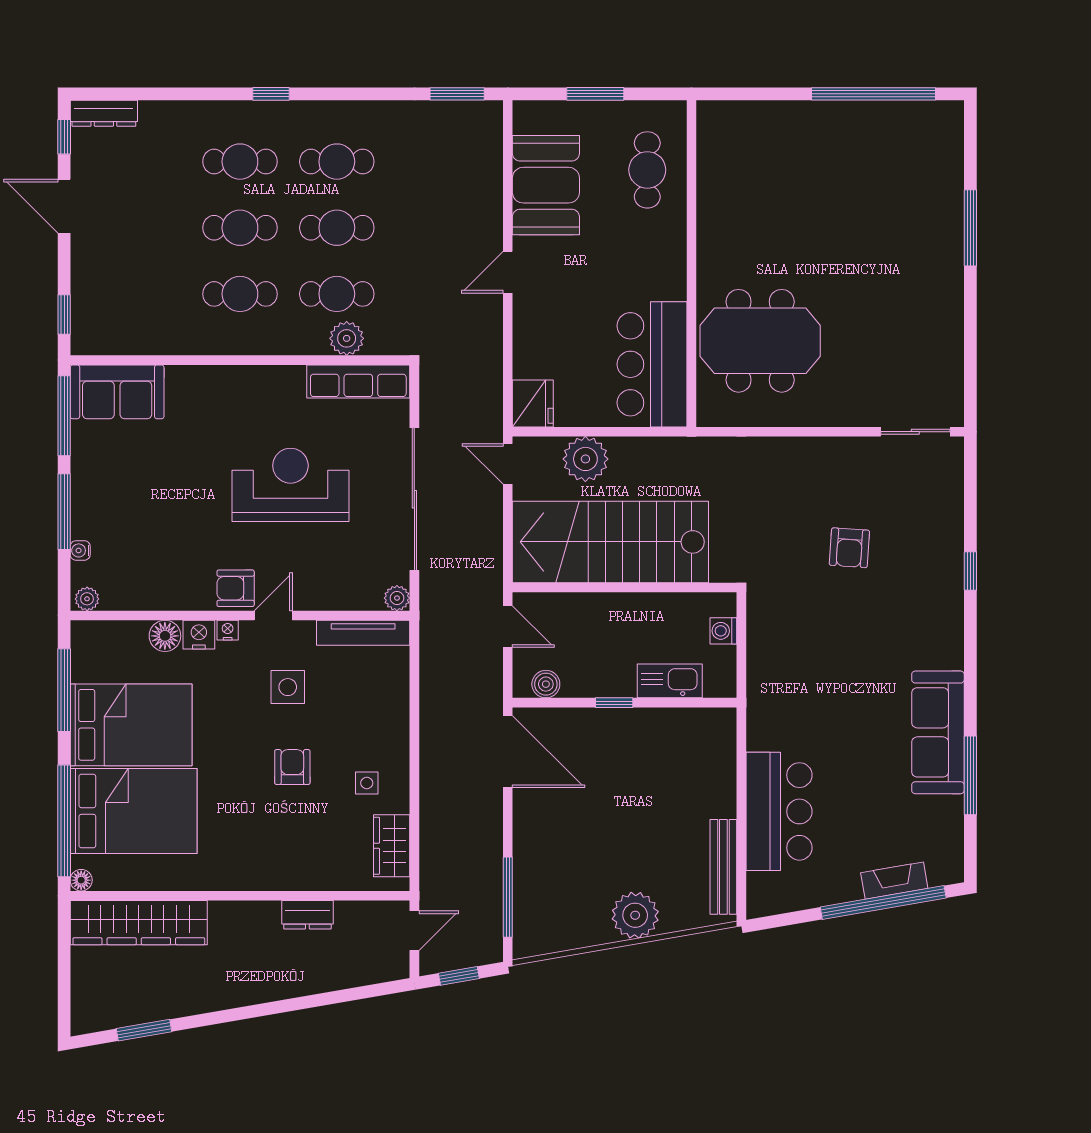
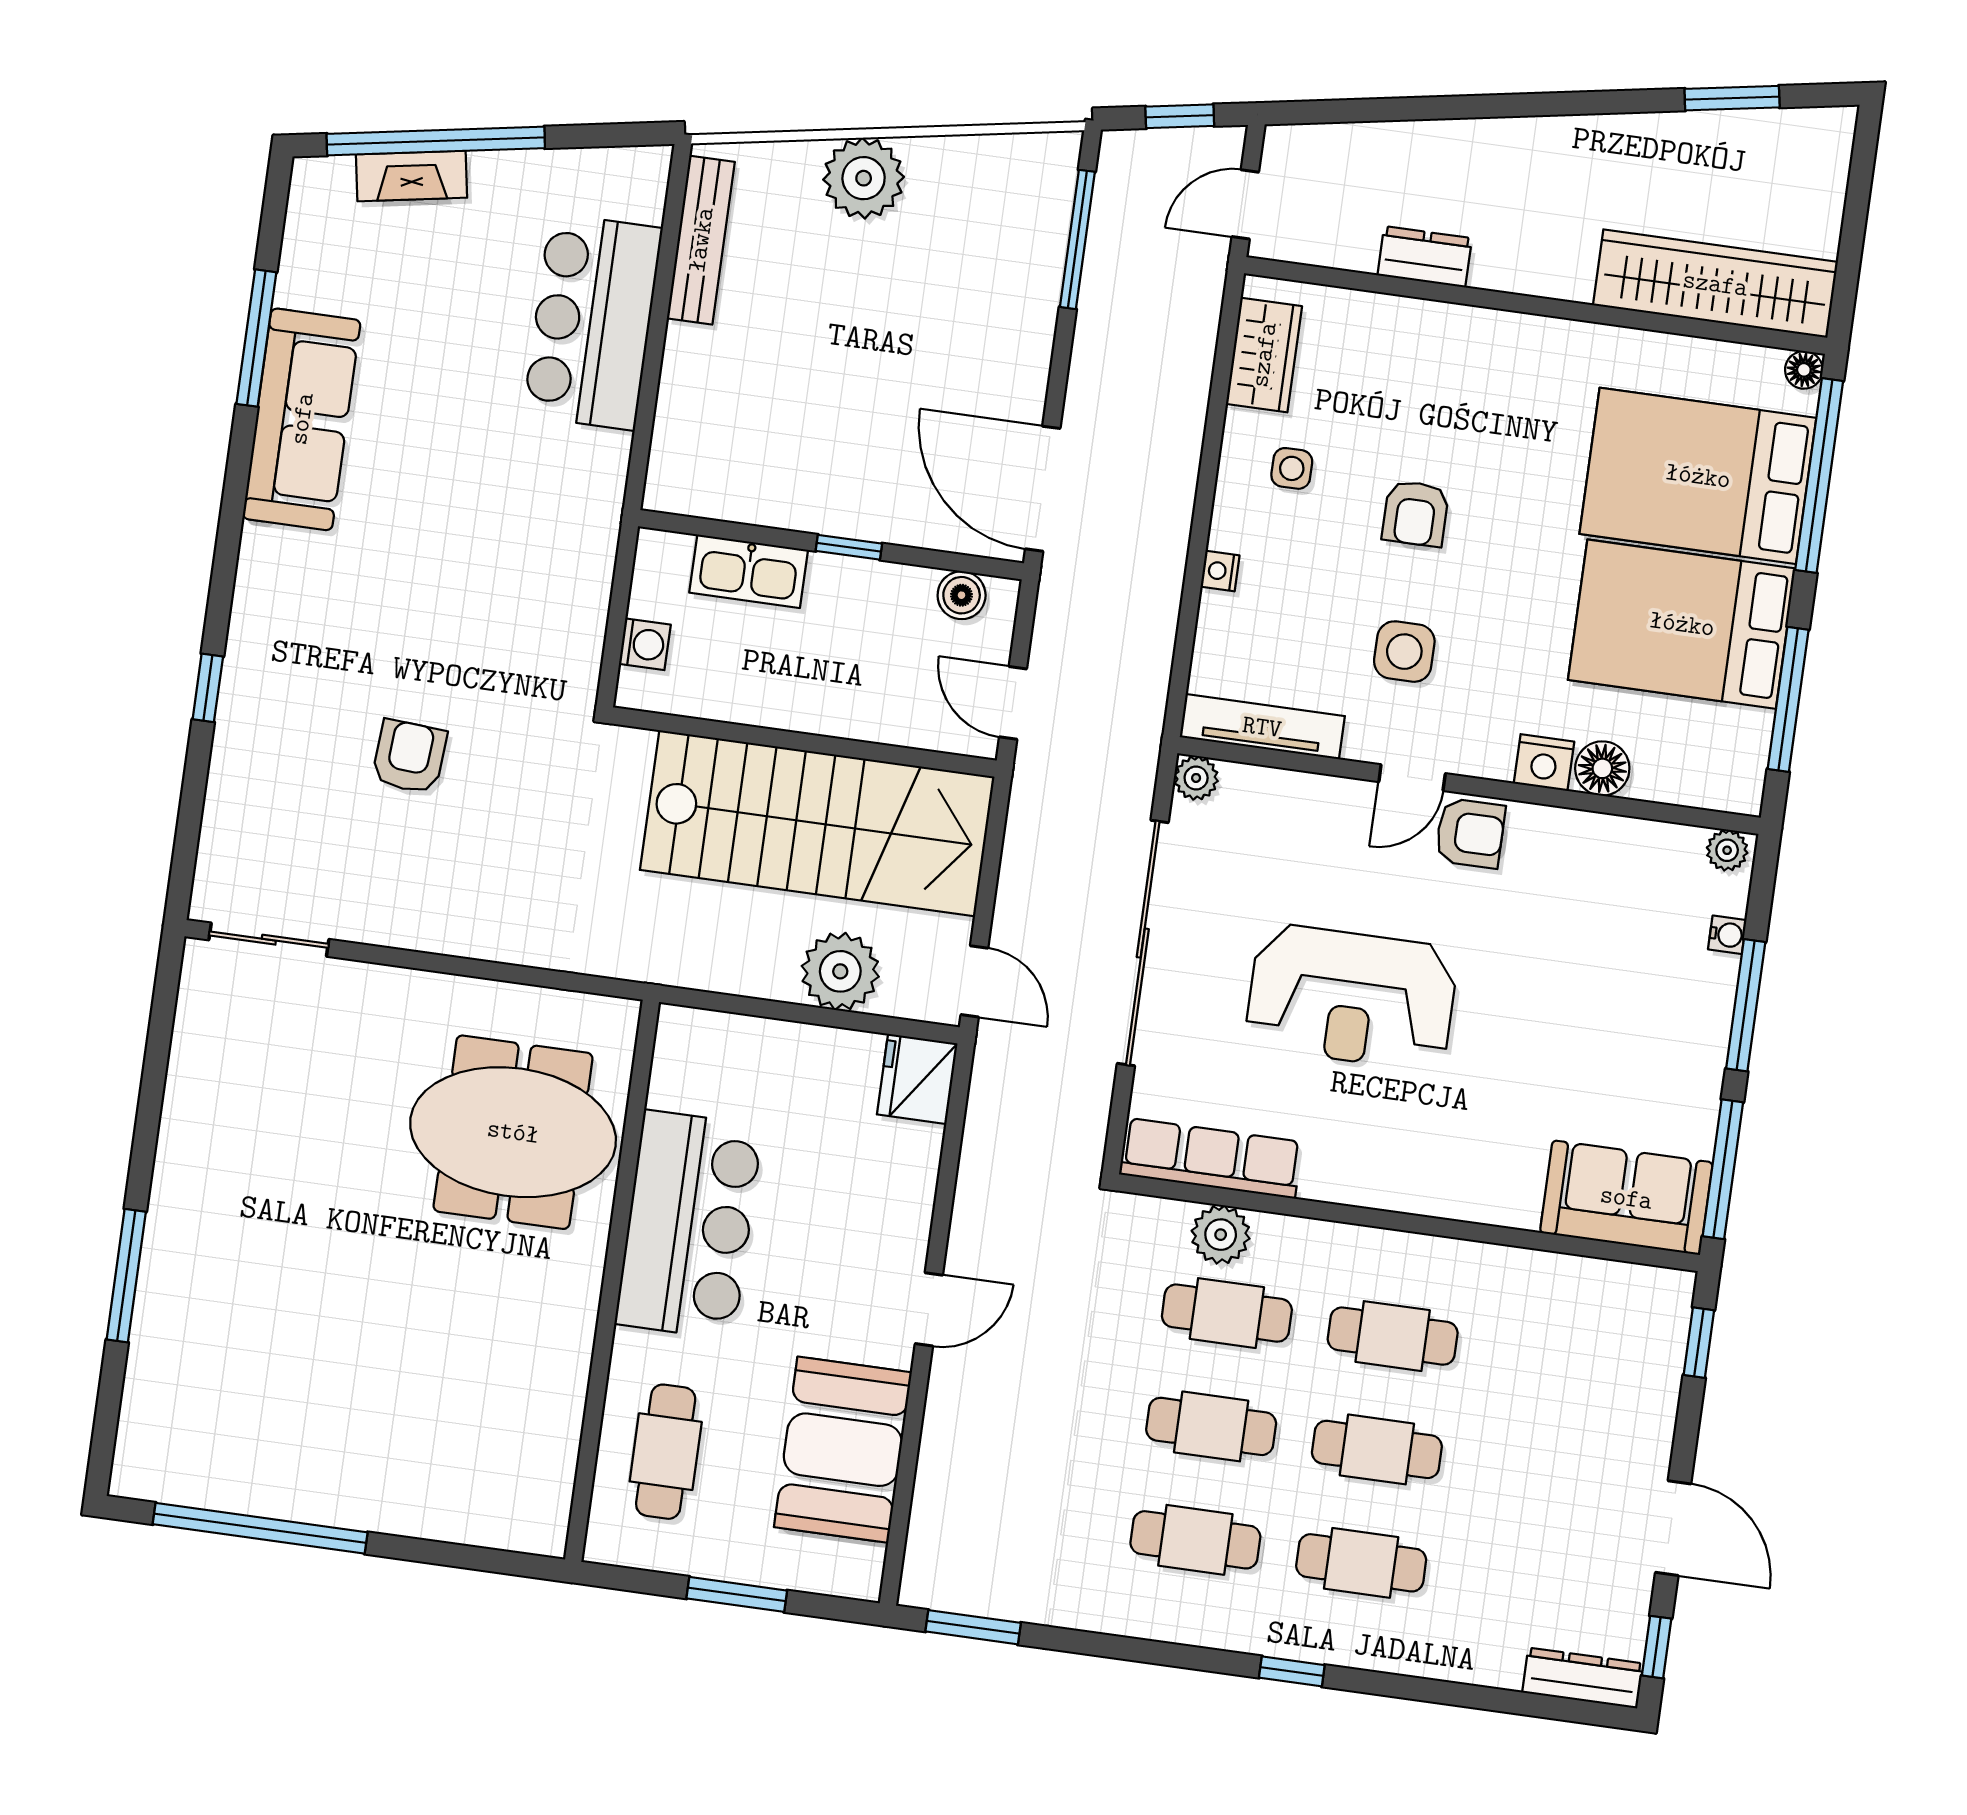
bar counter: (652, 364) -> (689, 1225), moved
nightstand: (228, 630) -> (1220, 571), moved, turned 90

